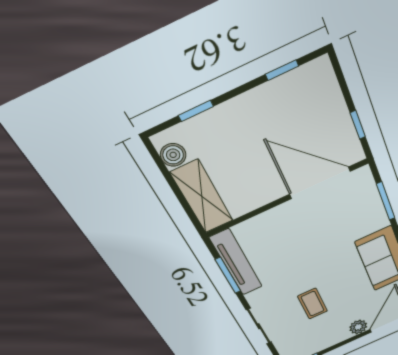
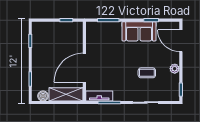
door: (320, 183) -> (84, 68), moved
tv unit: (236, 263) -> (99, 96), width x0.71
plant: (358, 327) -> (175, 69), moved

